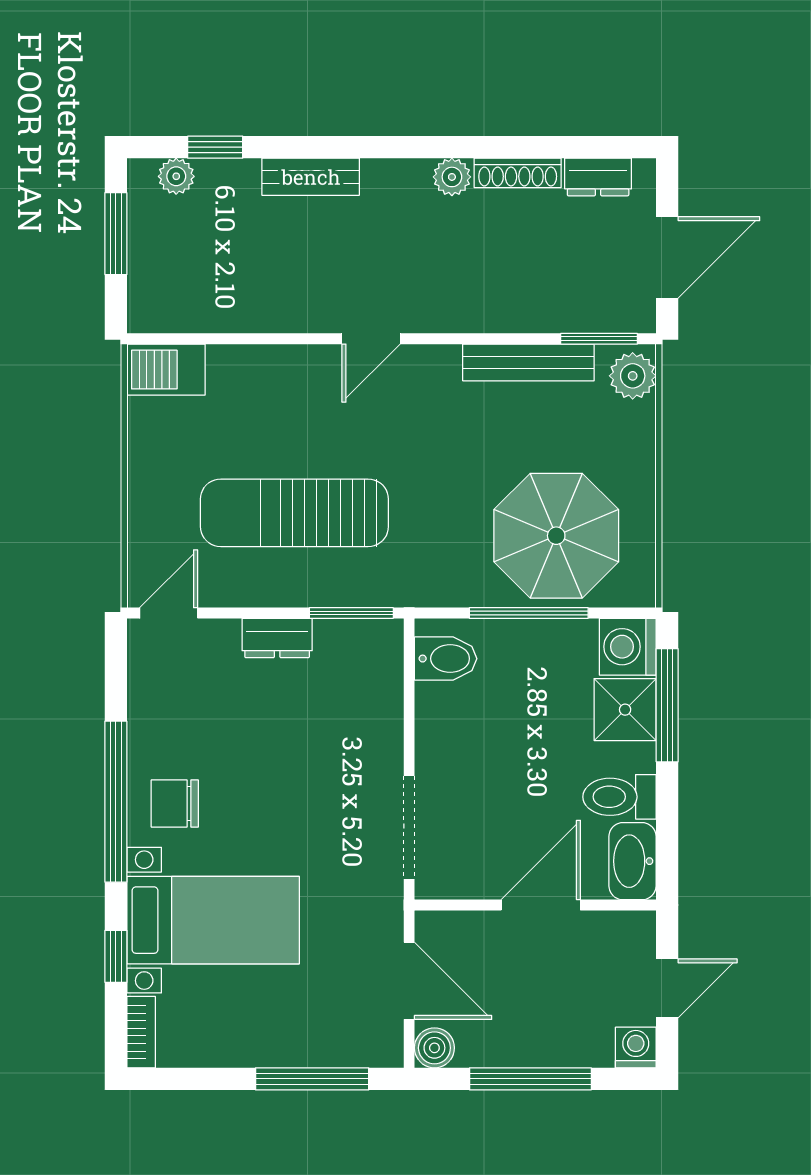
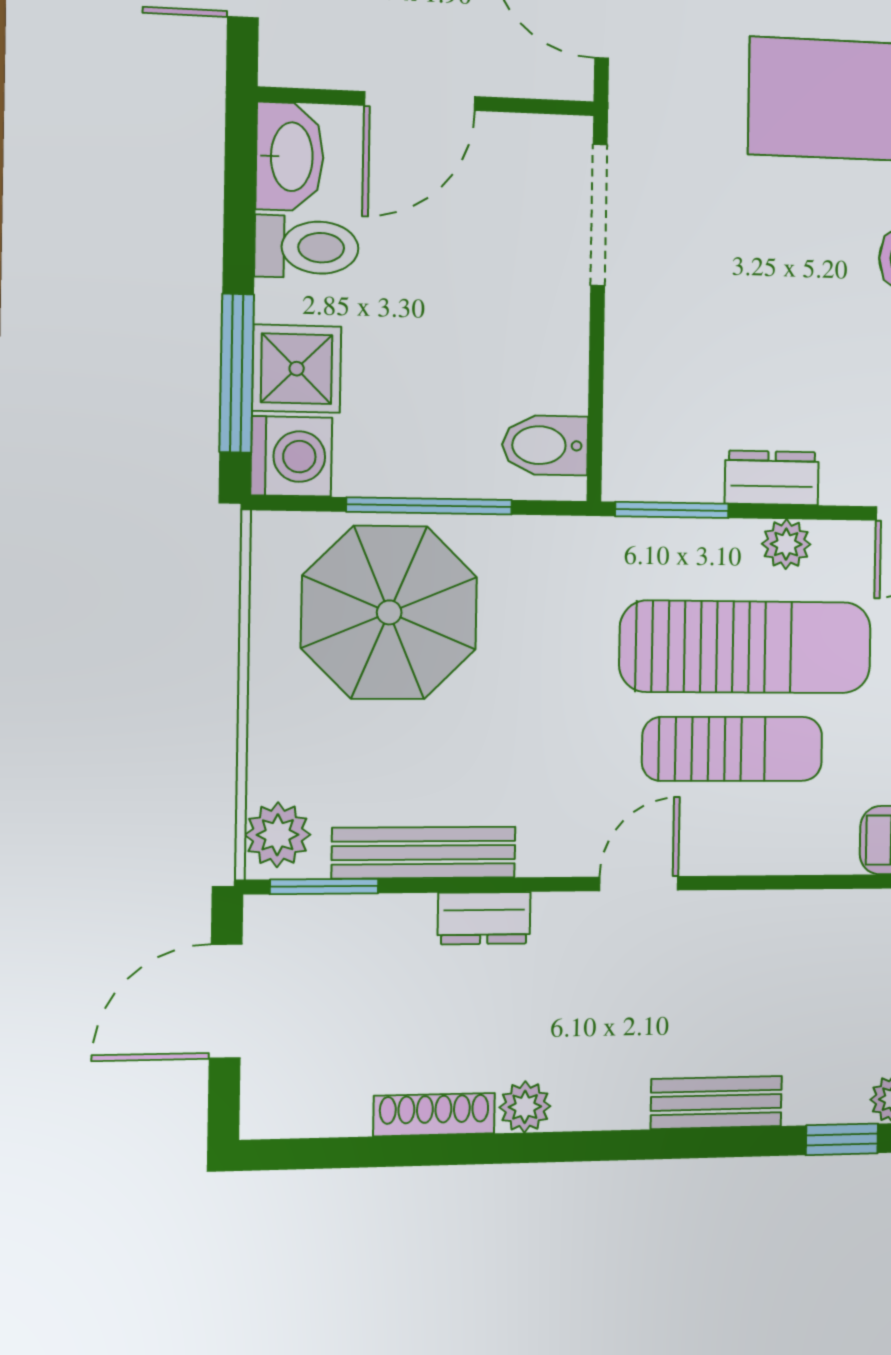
dresser: (598, 177) -> (484, 918), moved, turned 180
sun lounger: (303, 437) -> (732, 749), added
plant: (265, 589) -> (786, 544), added

